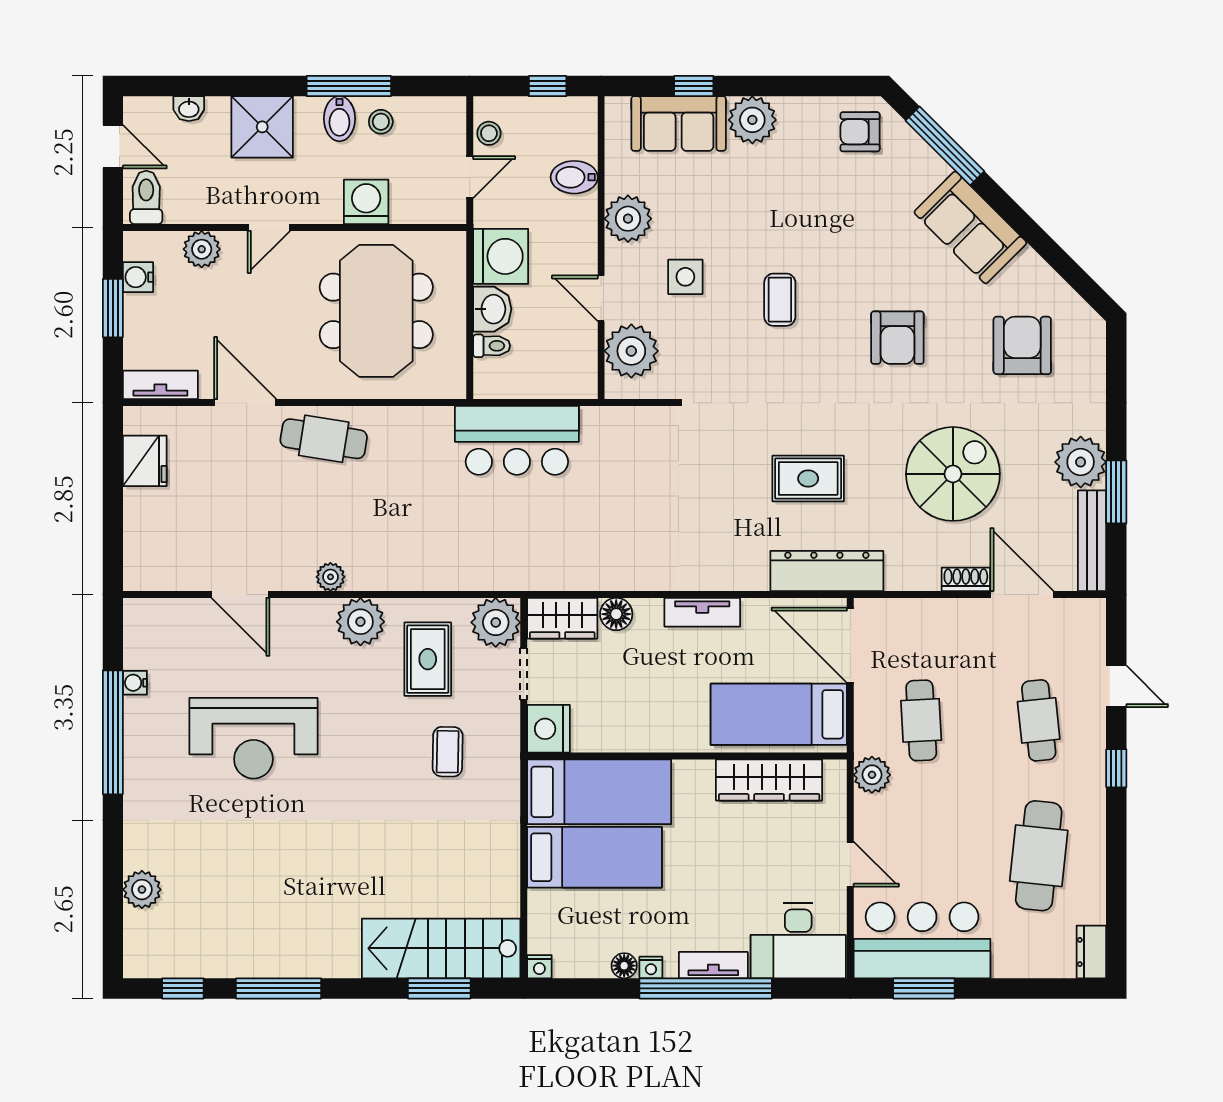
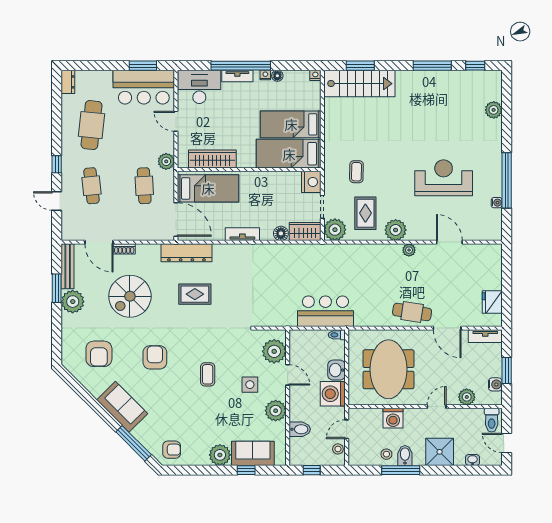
toilet: (492, 346) -> (337, 335), moved

